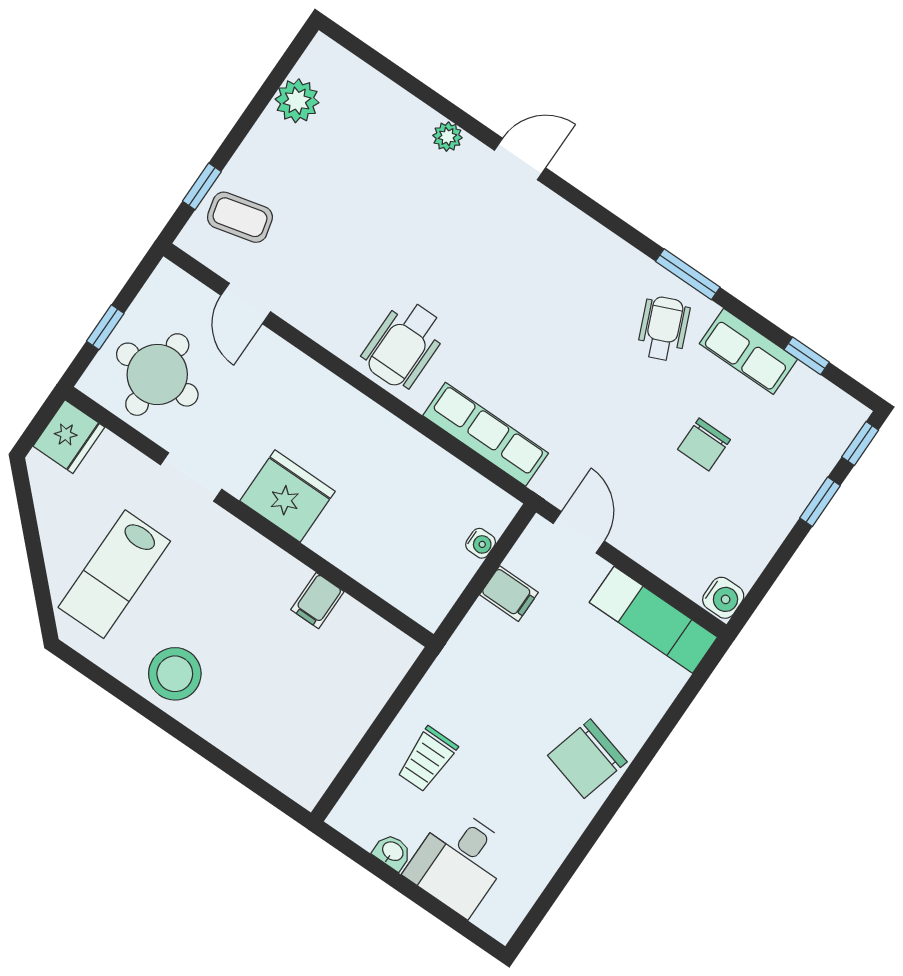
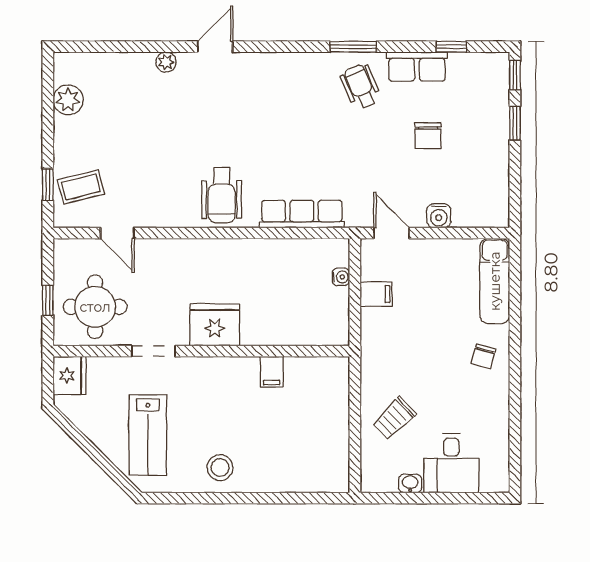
water cooler: (723, 598) -> (439, 216), moved, turned 90
exam couch: (653, 620) -> (495, 281), moved, turned 90
stool: (175, 674) -> (220, 468), width x0.73, depth x0.73
trolley: (427, 759) -> (394, 418), turned 46
chair: (587, 759) -> (483, 356), width x0.54, depth x0.54

